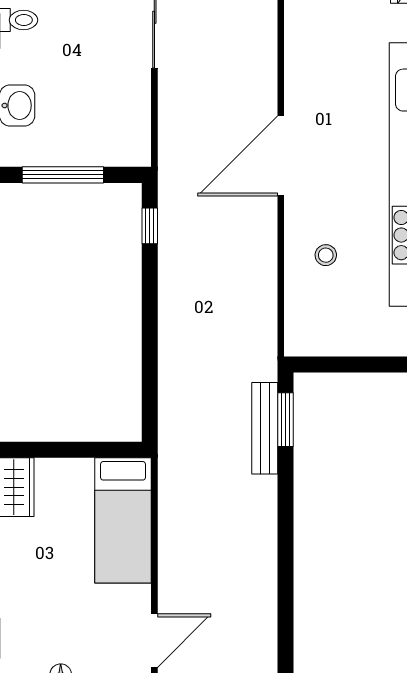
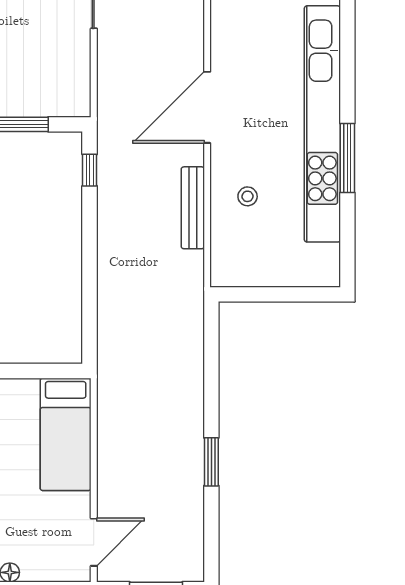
window: (285, 420) -> (211, 462), moved
bench: (265, 428) -> (193, 208), moved

